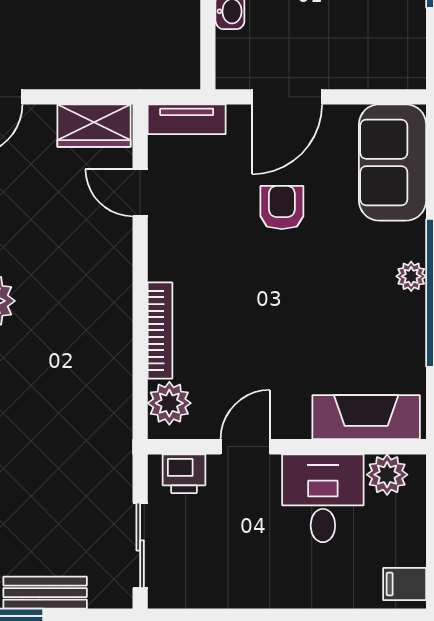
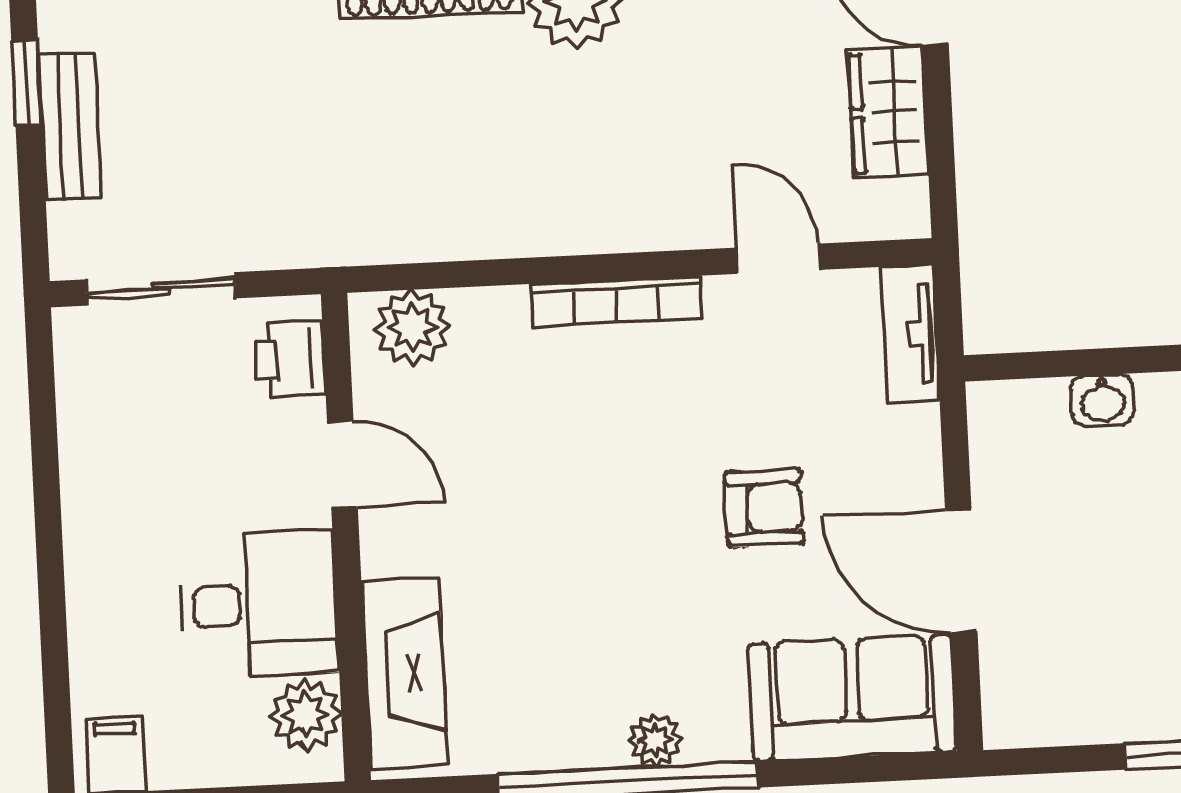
door: (287, 97) -> (961, 570), moved
wardrobe: (94, 126) -> (888, 112), moved
door: (140, 193) -> (778, 259), hinge flipped
bookcase: (160, 330) -> (616, 301), moved

